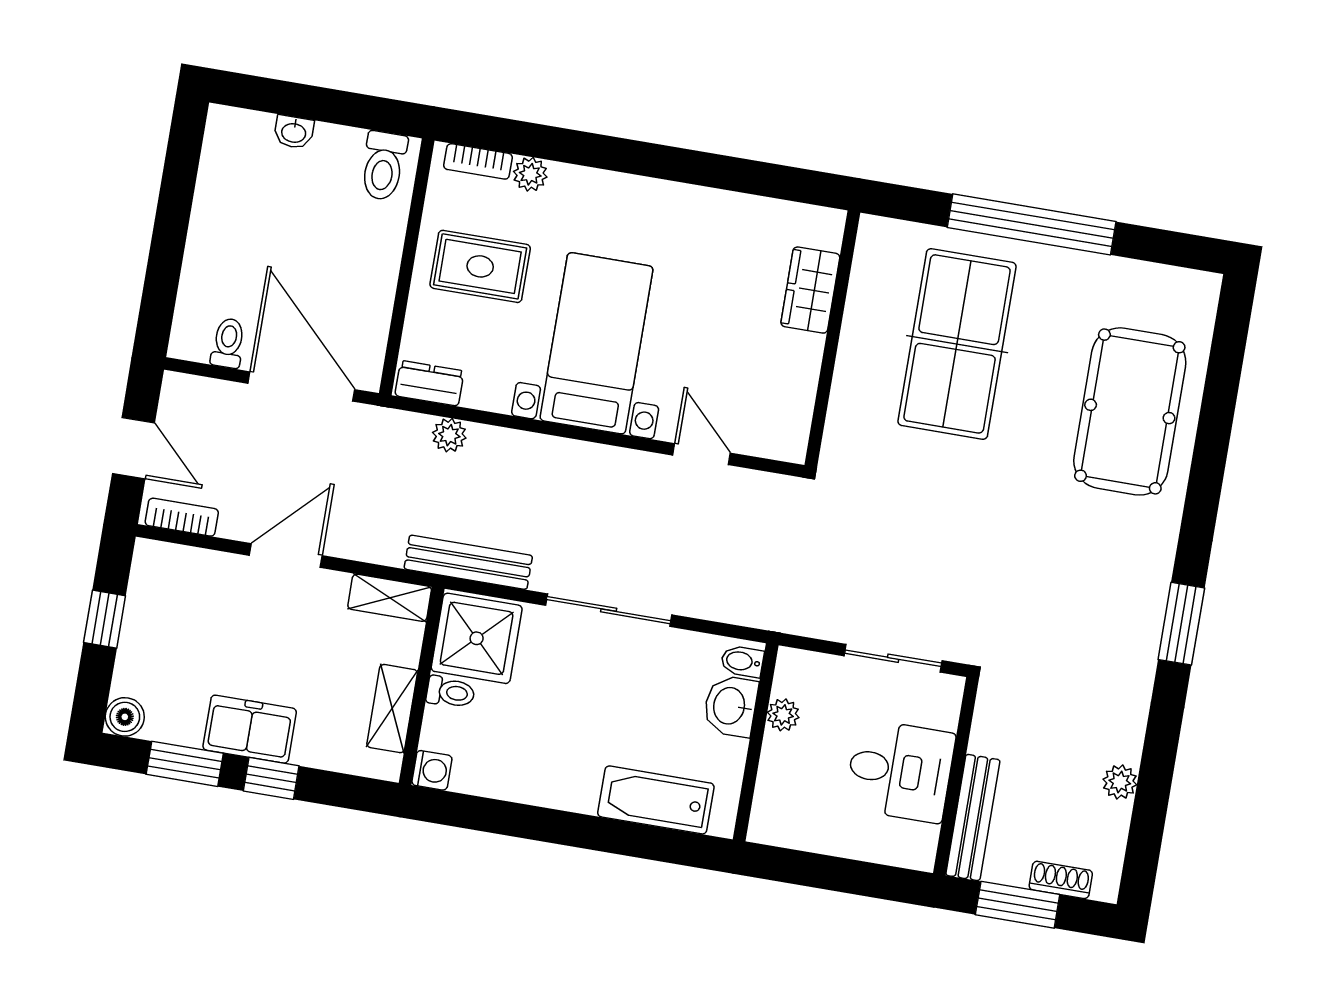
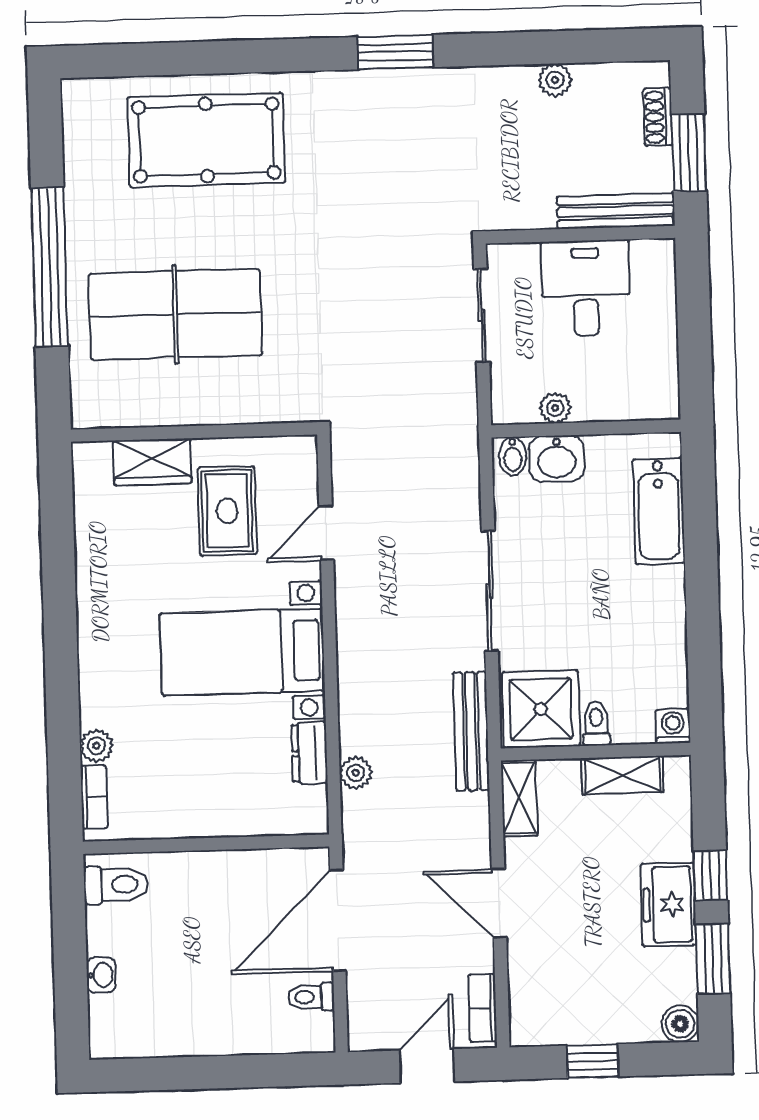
rug: (480, 266) -> (227, 511), moved
dresser: (429, 383) -> (309, 753), moved

